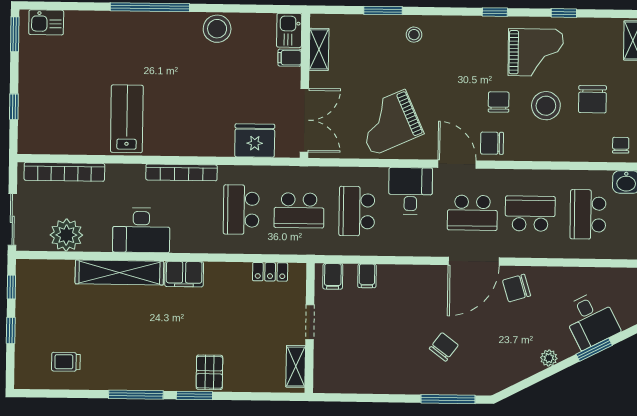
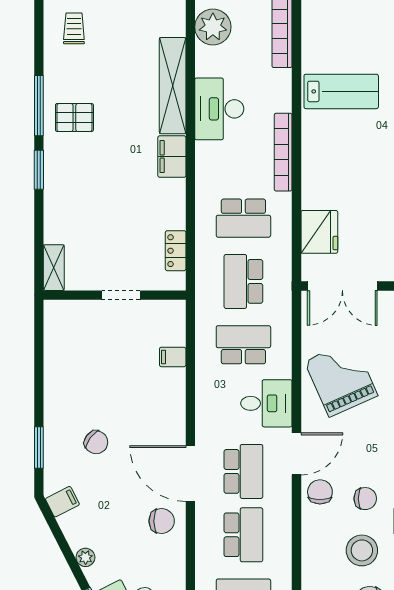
school desk: (241, 210) -> (243, 218), turned 180
school desk: (472, 213) -> (243, 471), turned 180
filing cabinet: (333, 276) -> (62, 502), moved, turned 153
chair: (517, 288) -> (162, 521), turned 107
shelving: (296, 366) -> (54, 268), moved, turned 90
pallet: (209, 372) -> (74, 118), moved
window: (448, 399) -> (39, 448), width x0.69

